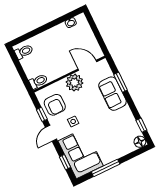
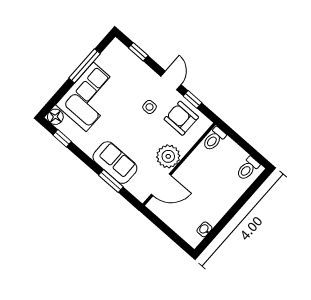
corner sofa: (81, 153) -> (90, 97), moved, turned -90

